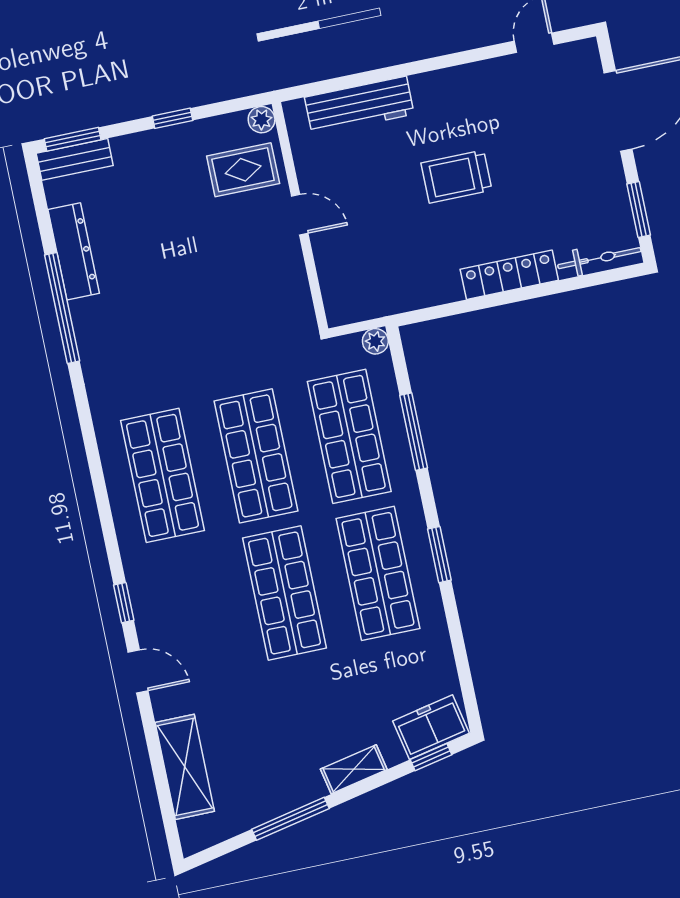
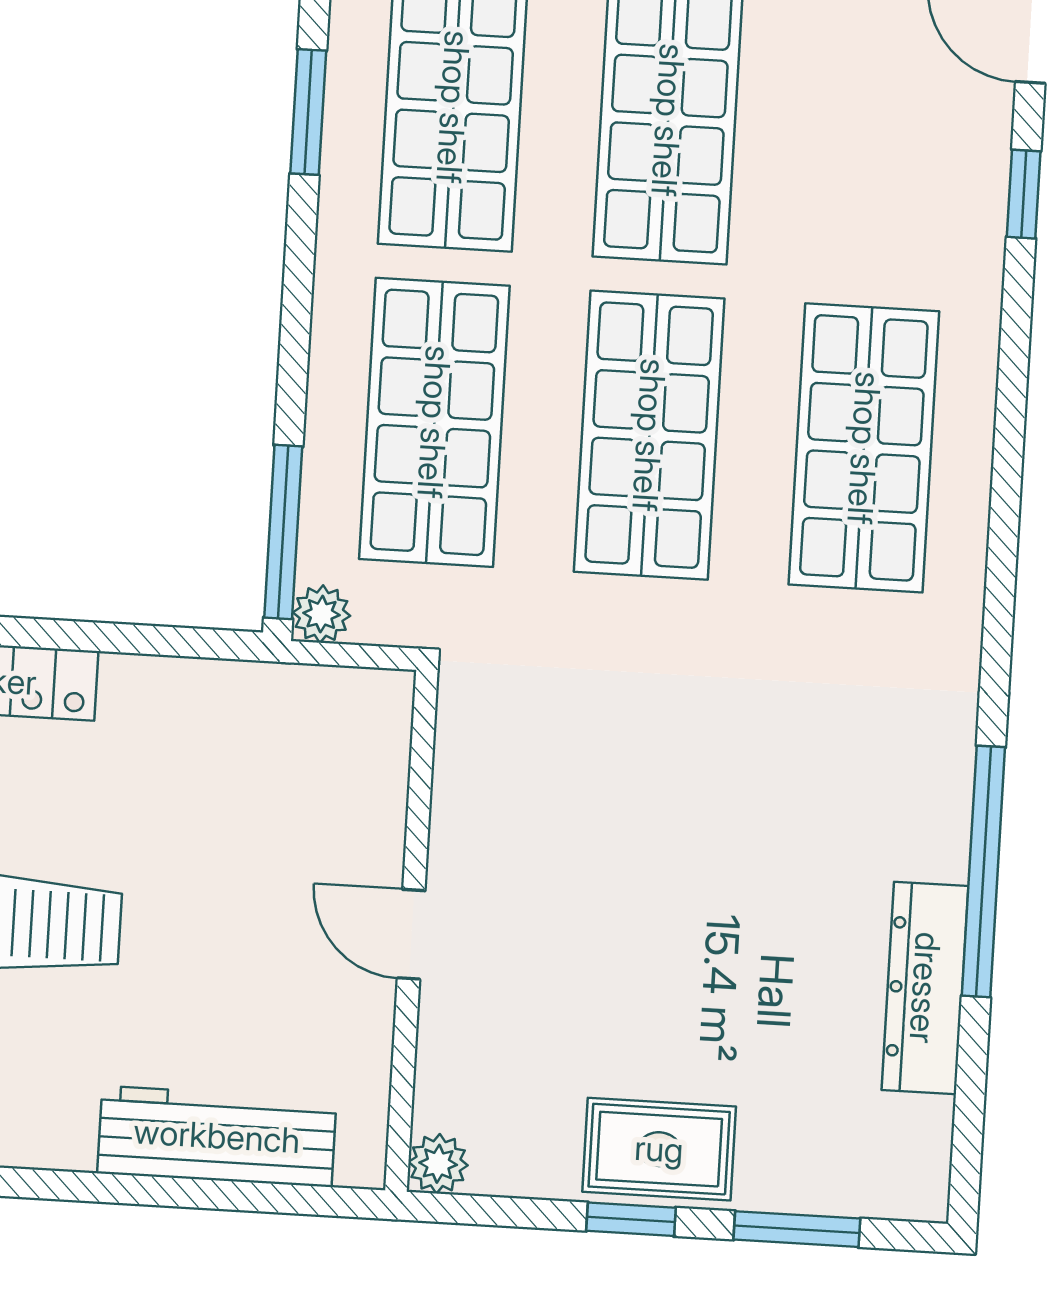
window: (73, 139) -> (797, 1229), moved
bench: (75, 159) -> (868, 1188), removed
rug: (243, 170) -> (659, 1149), moved
window: (414, 432) -> (283, 532), moved

